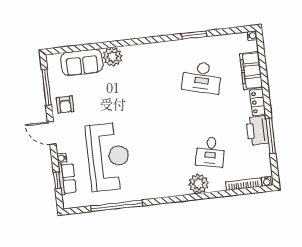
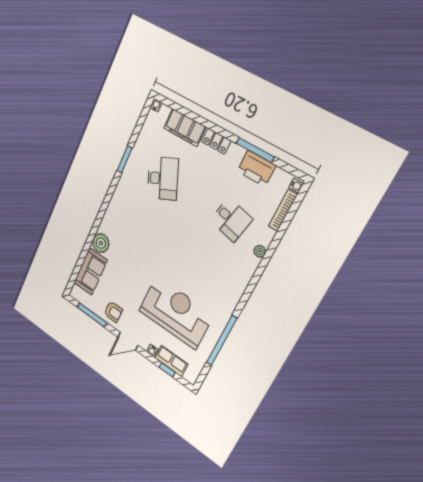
desk: (202, 77) -> (163, 178), turned -39
printer: (257, 130) -> (256, 168), moved
plant: (198, 184) -> (260, 251), width x0.53, depth x0.53

